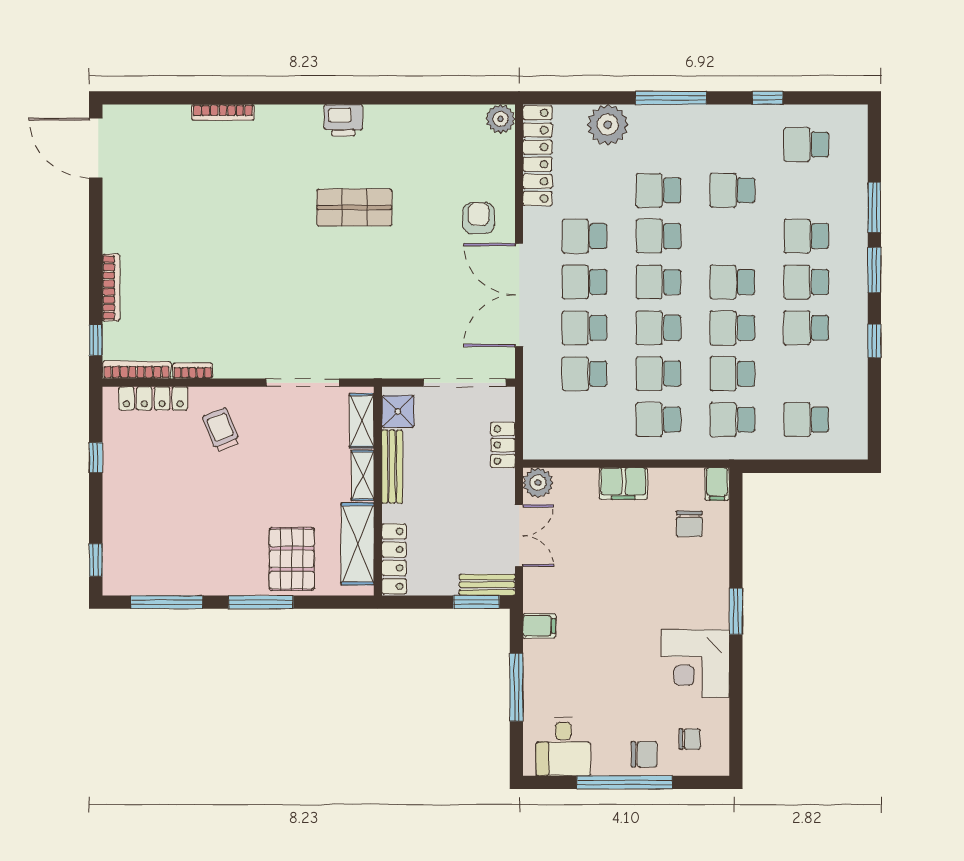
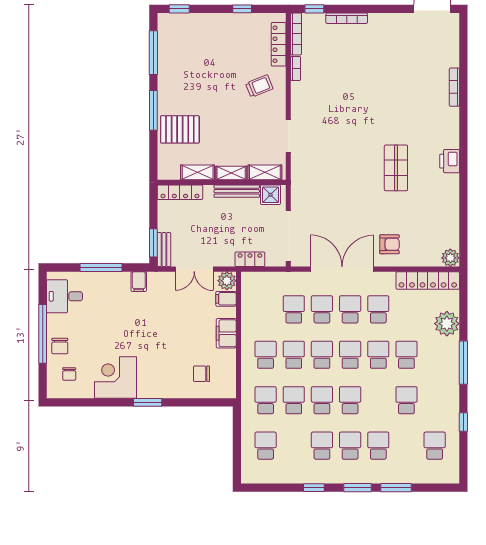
doorway: (303, 383) -> (288, 136), width x0.73
filing cabinet: (717, 484) -> (226, 299), moved
shelving: (358, 544) -> (198, 172), width x0.67, depth x0.75

